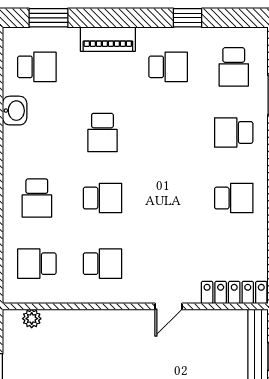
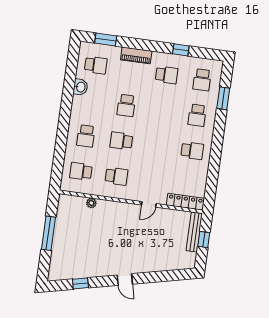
school desk: (234, 132) -> (197, 115), turned -90
school desk: (102, 198) -> (121, 141), turned 180
plant: (32, 319) -> (91, 203), moved

